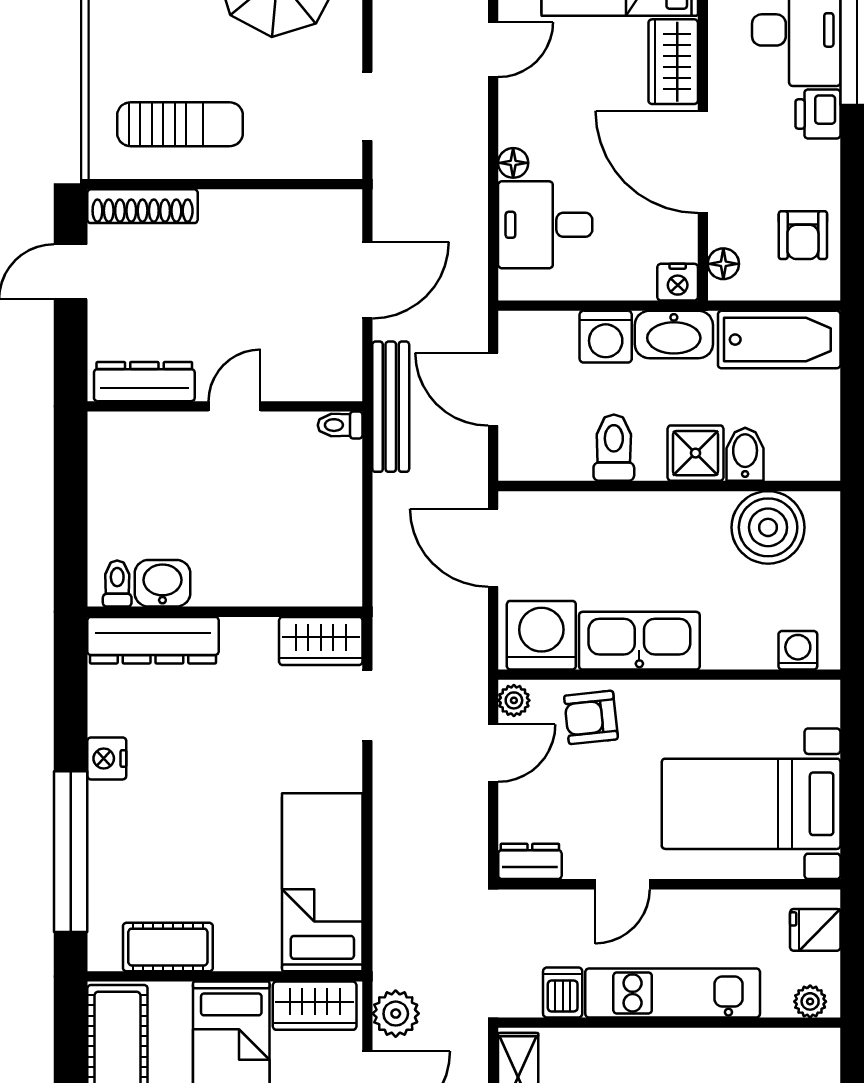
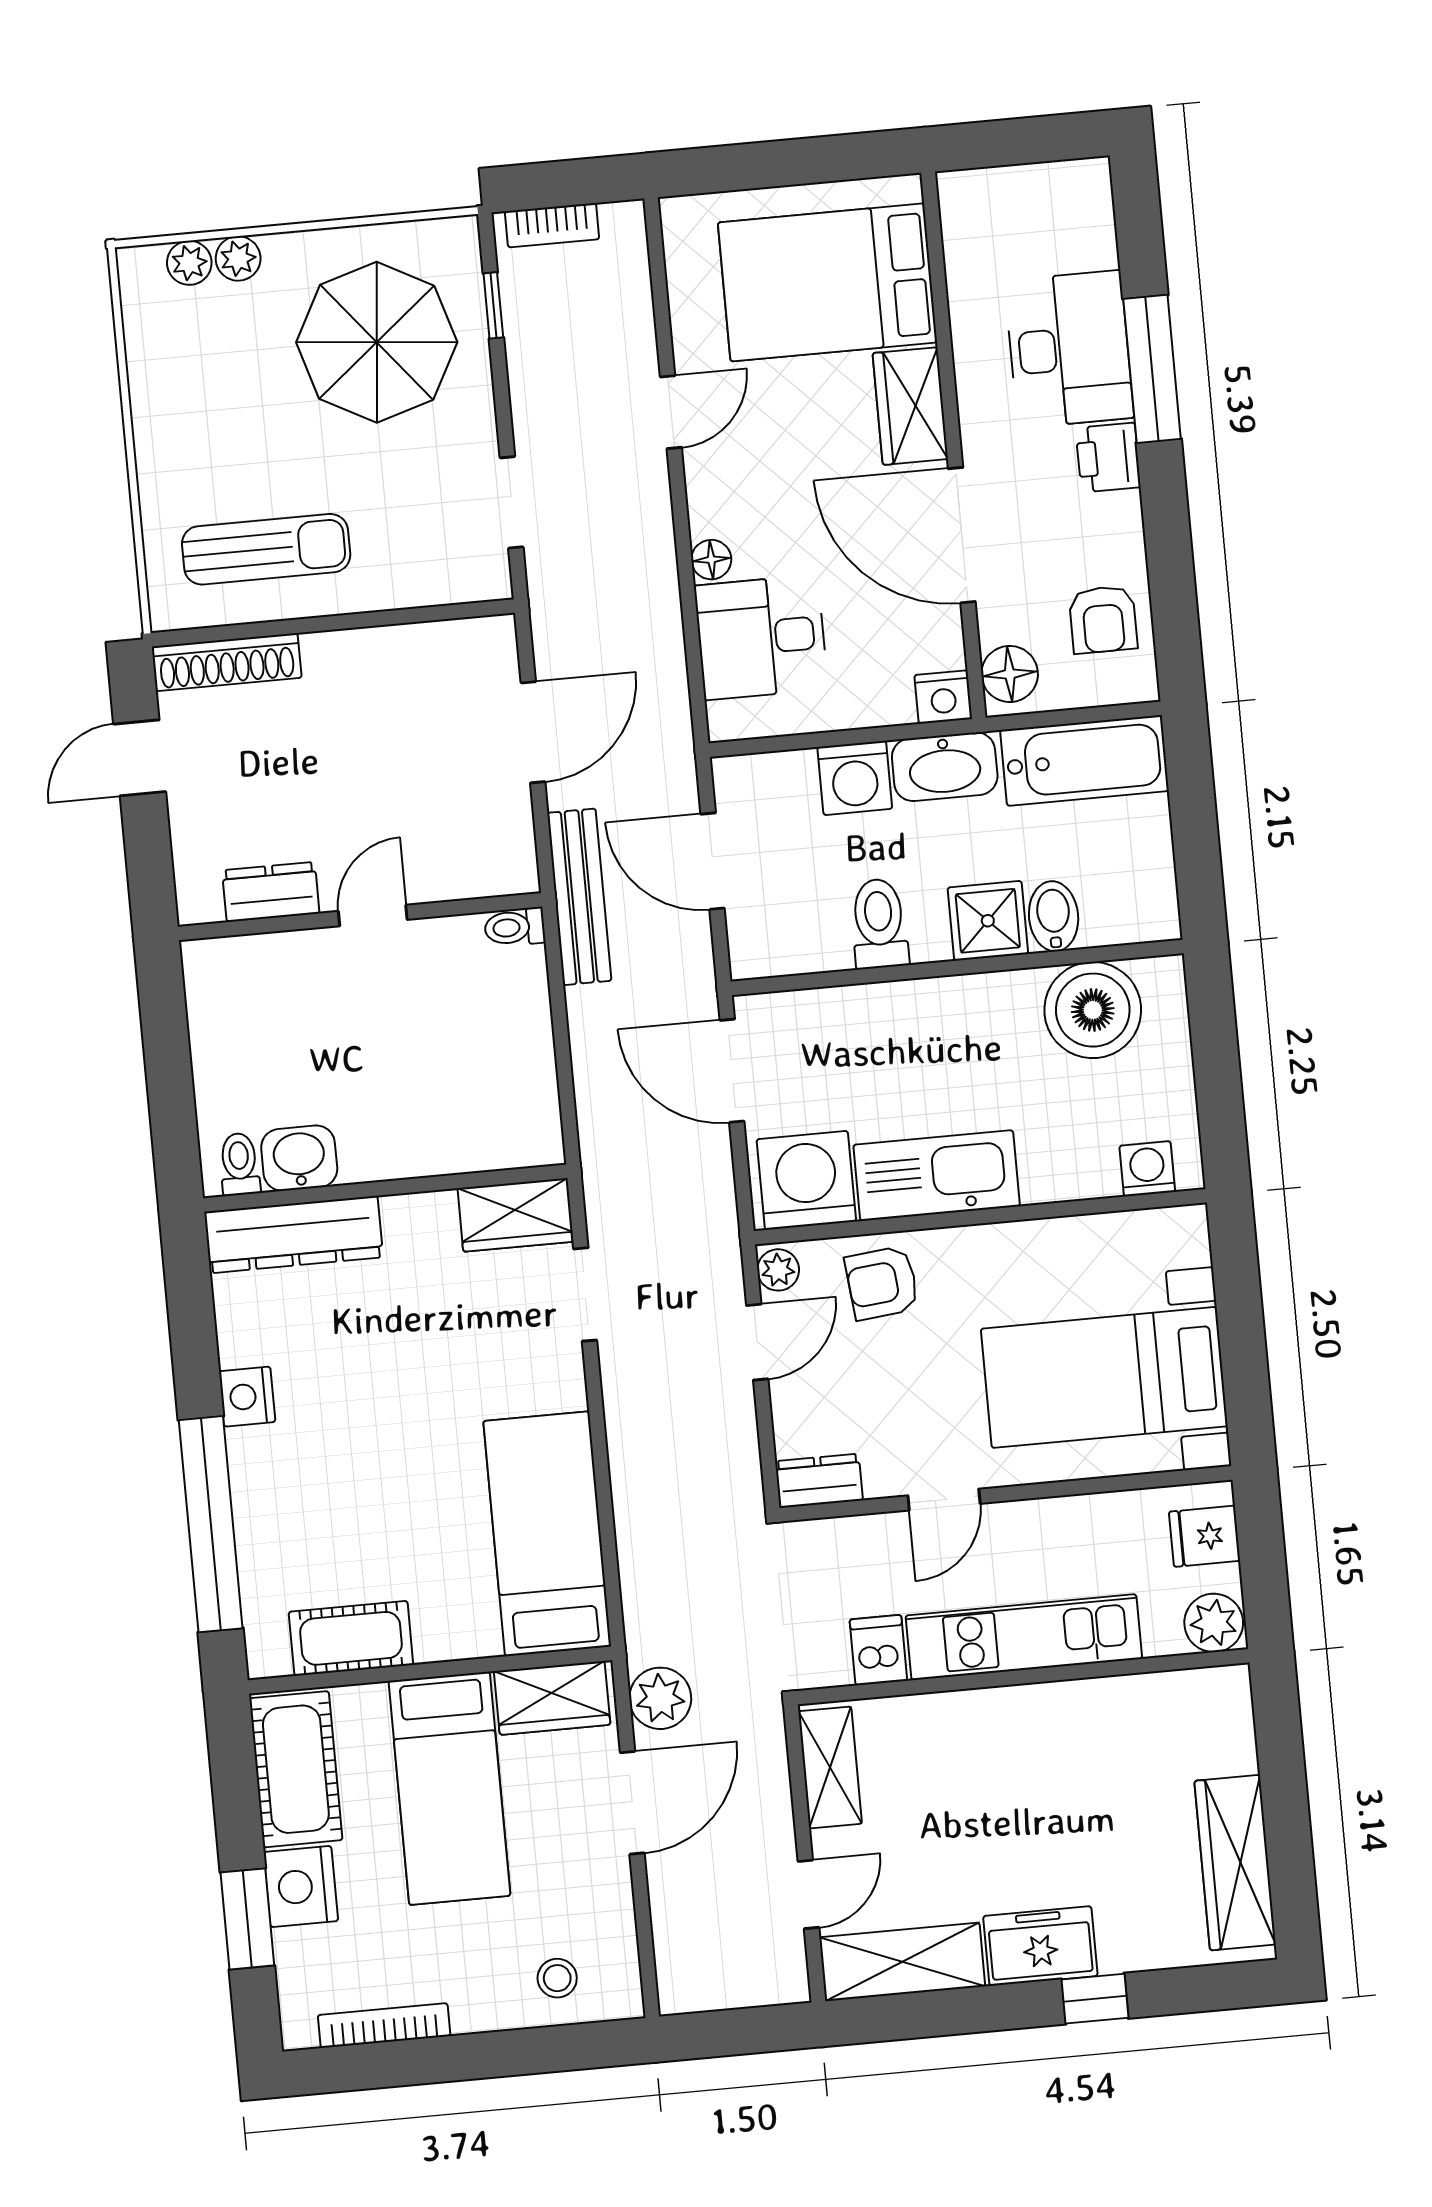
floor lamp: (723, 264) -> (1010, 674), width x1.37, depth x1.37
dresser: (144, 382) -> (271, 892), width x0.70
plant: (810, 1001) -> (1214, 1623), width x1.38, depth x1.38

